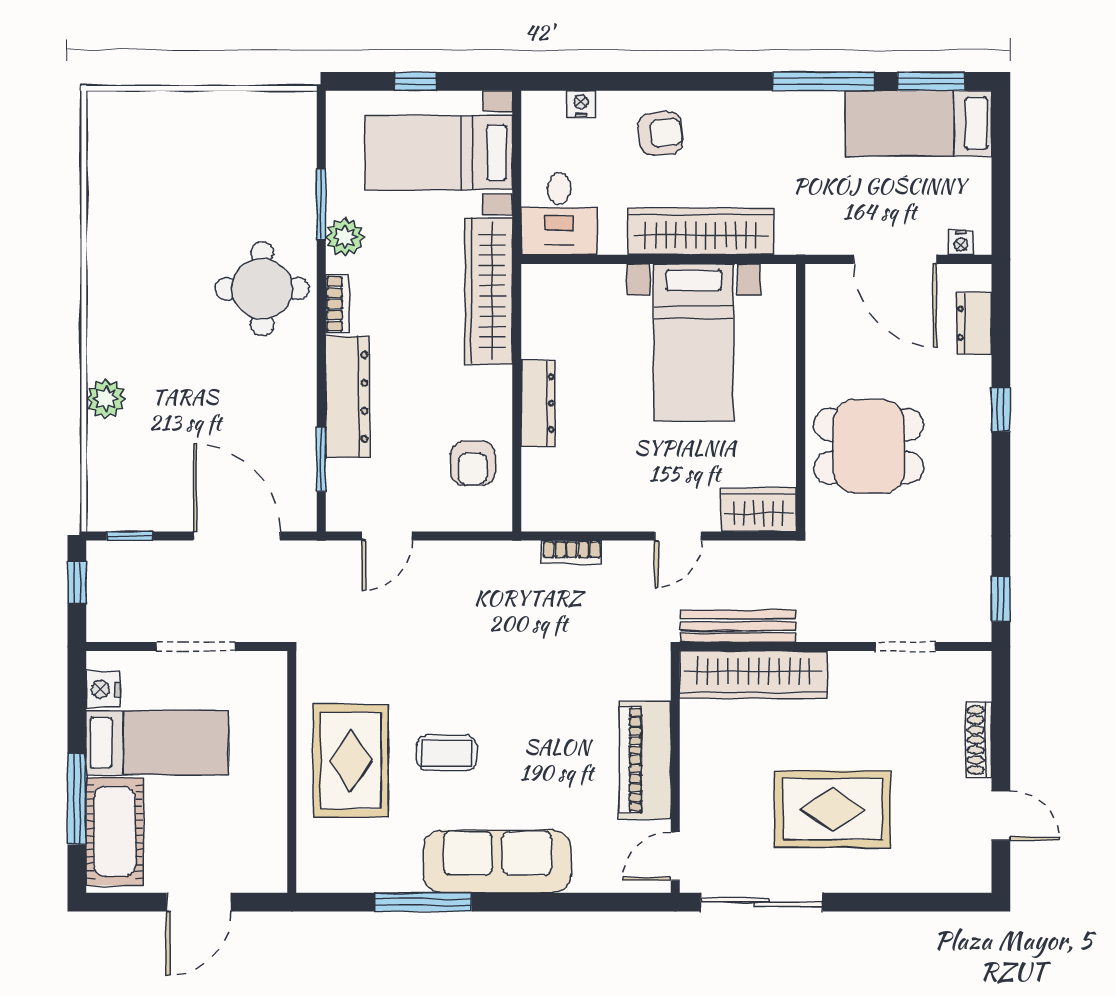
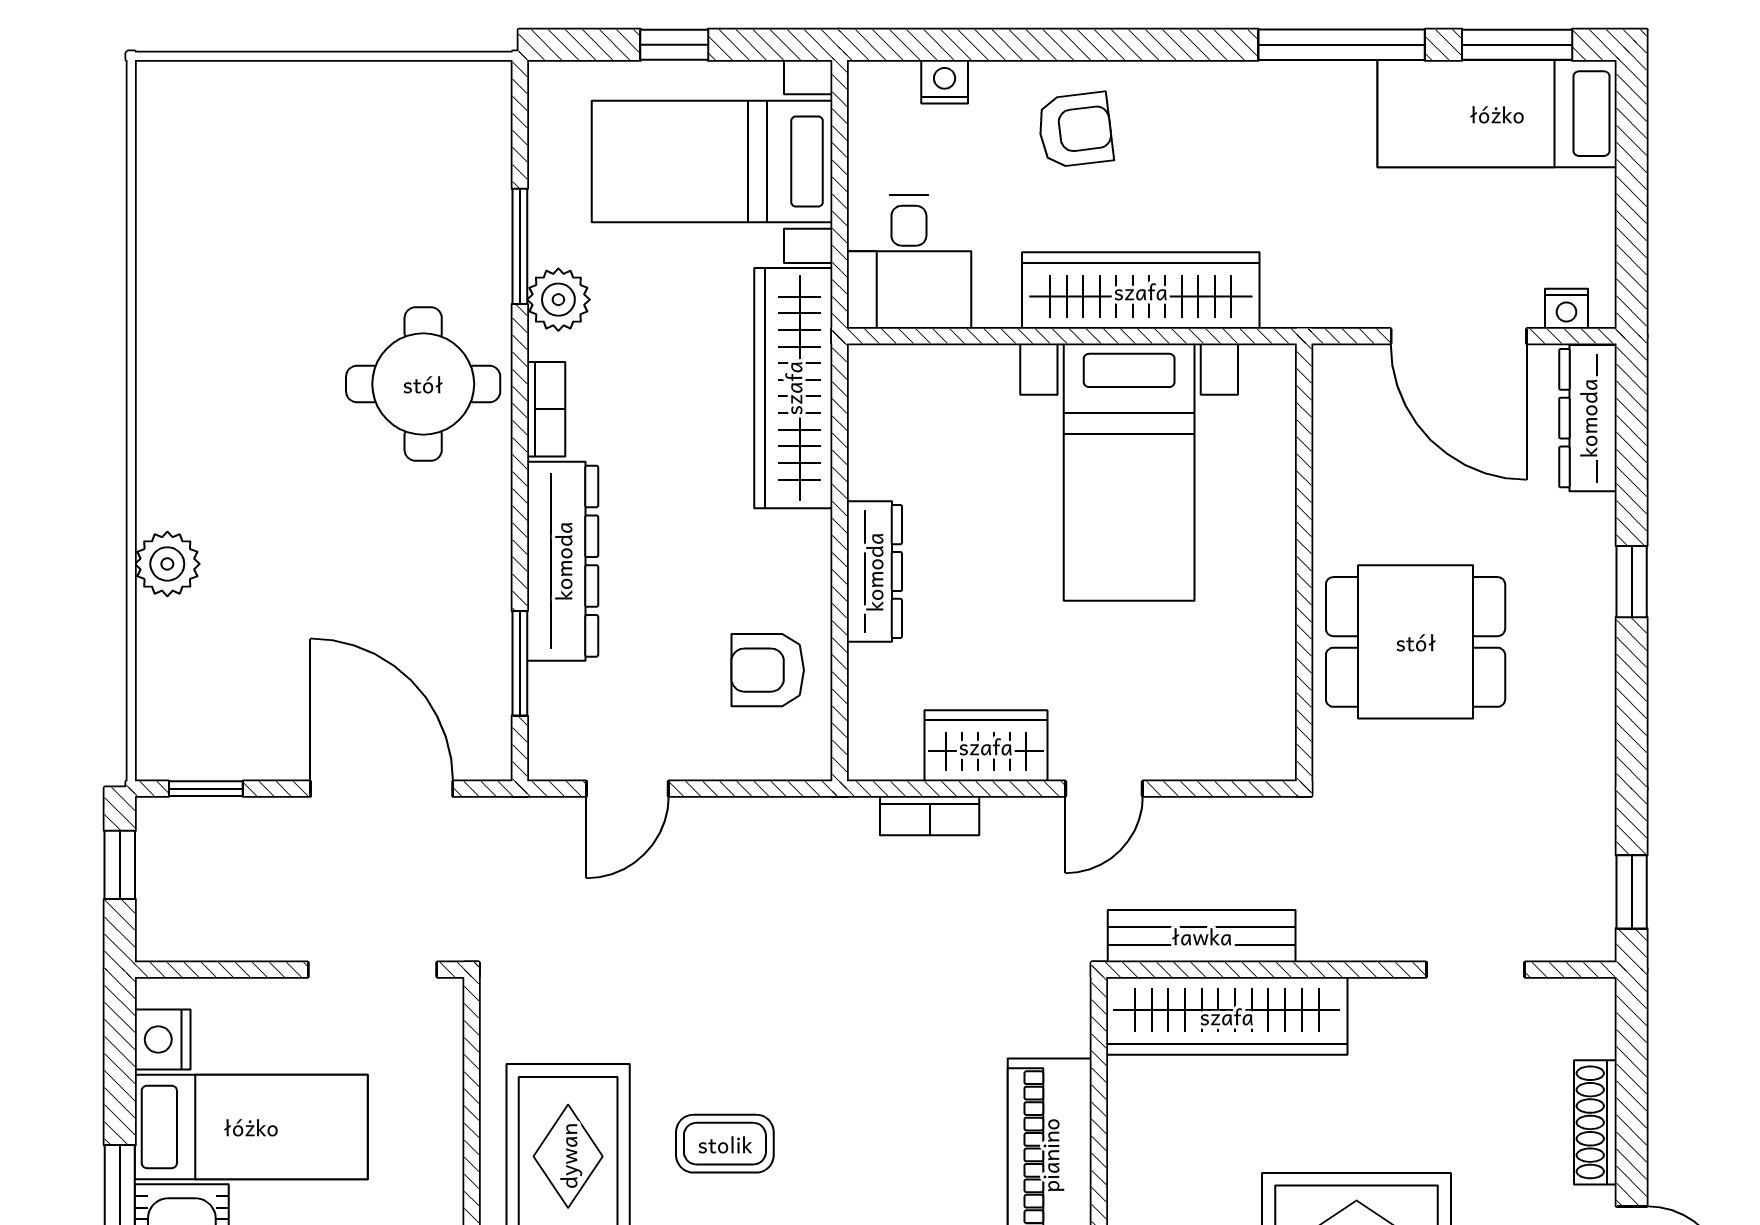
dresser: (974, 323) -> (1588, 418), width x1.44
armchair: (473, 463) -> (768, 670), turned 90
wardrobe: (759, 510) -> (986, 746), moved
doorway: (196, 647) -> (373, 970), moved

